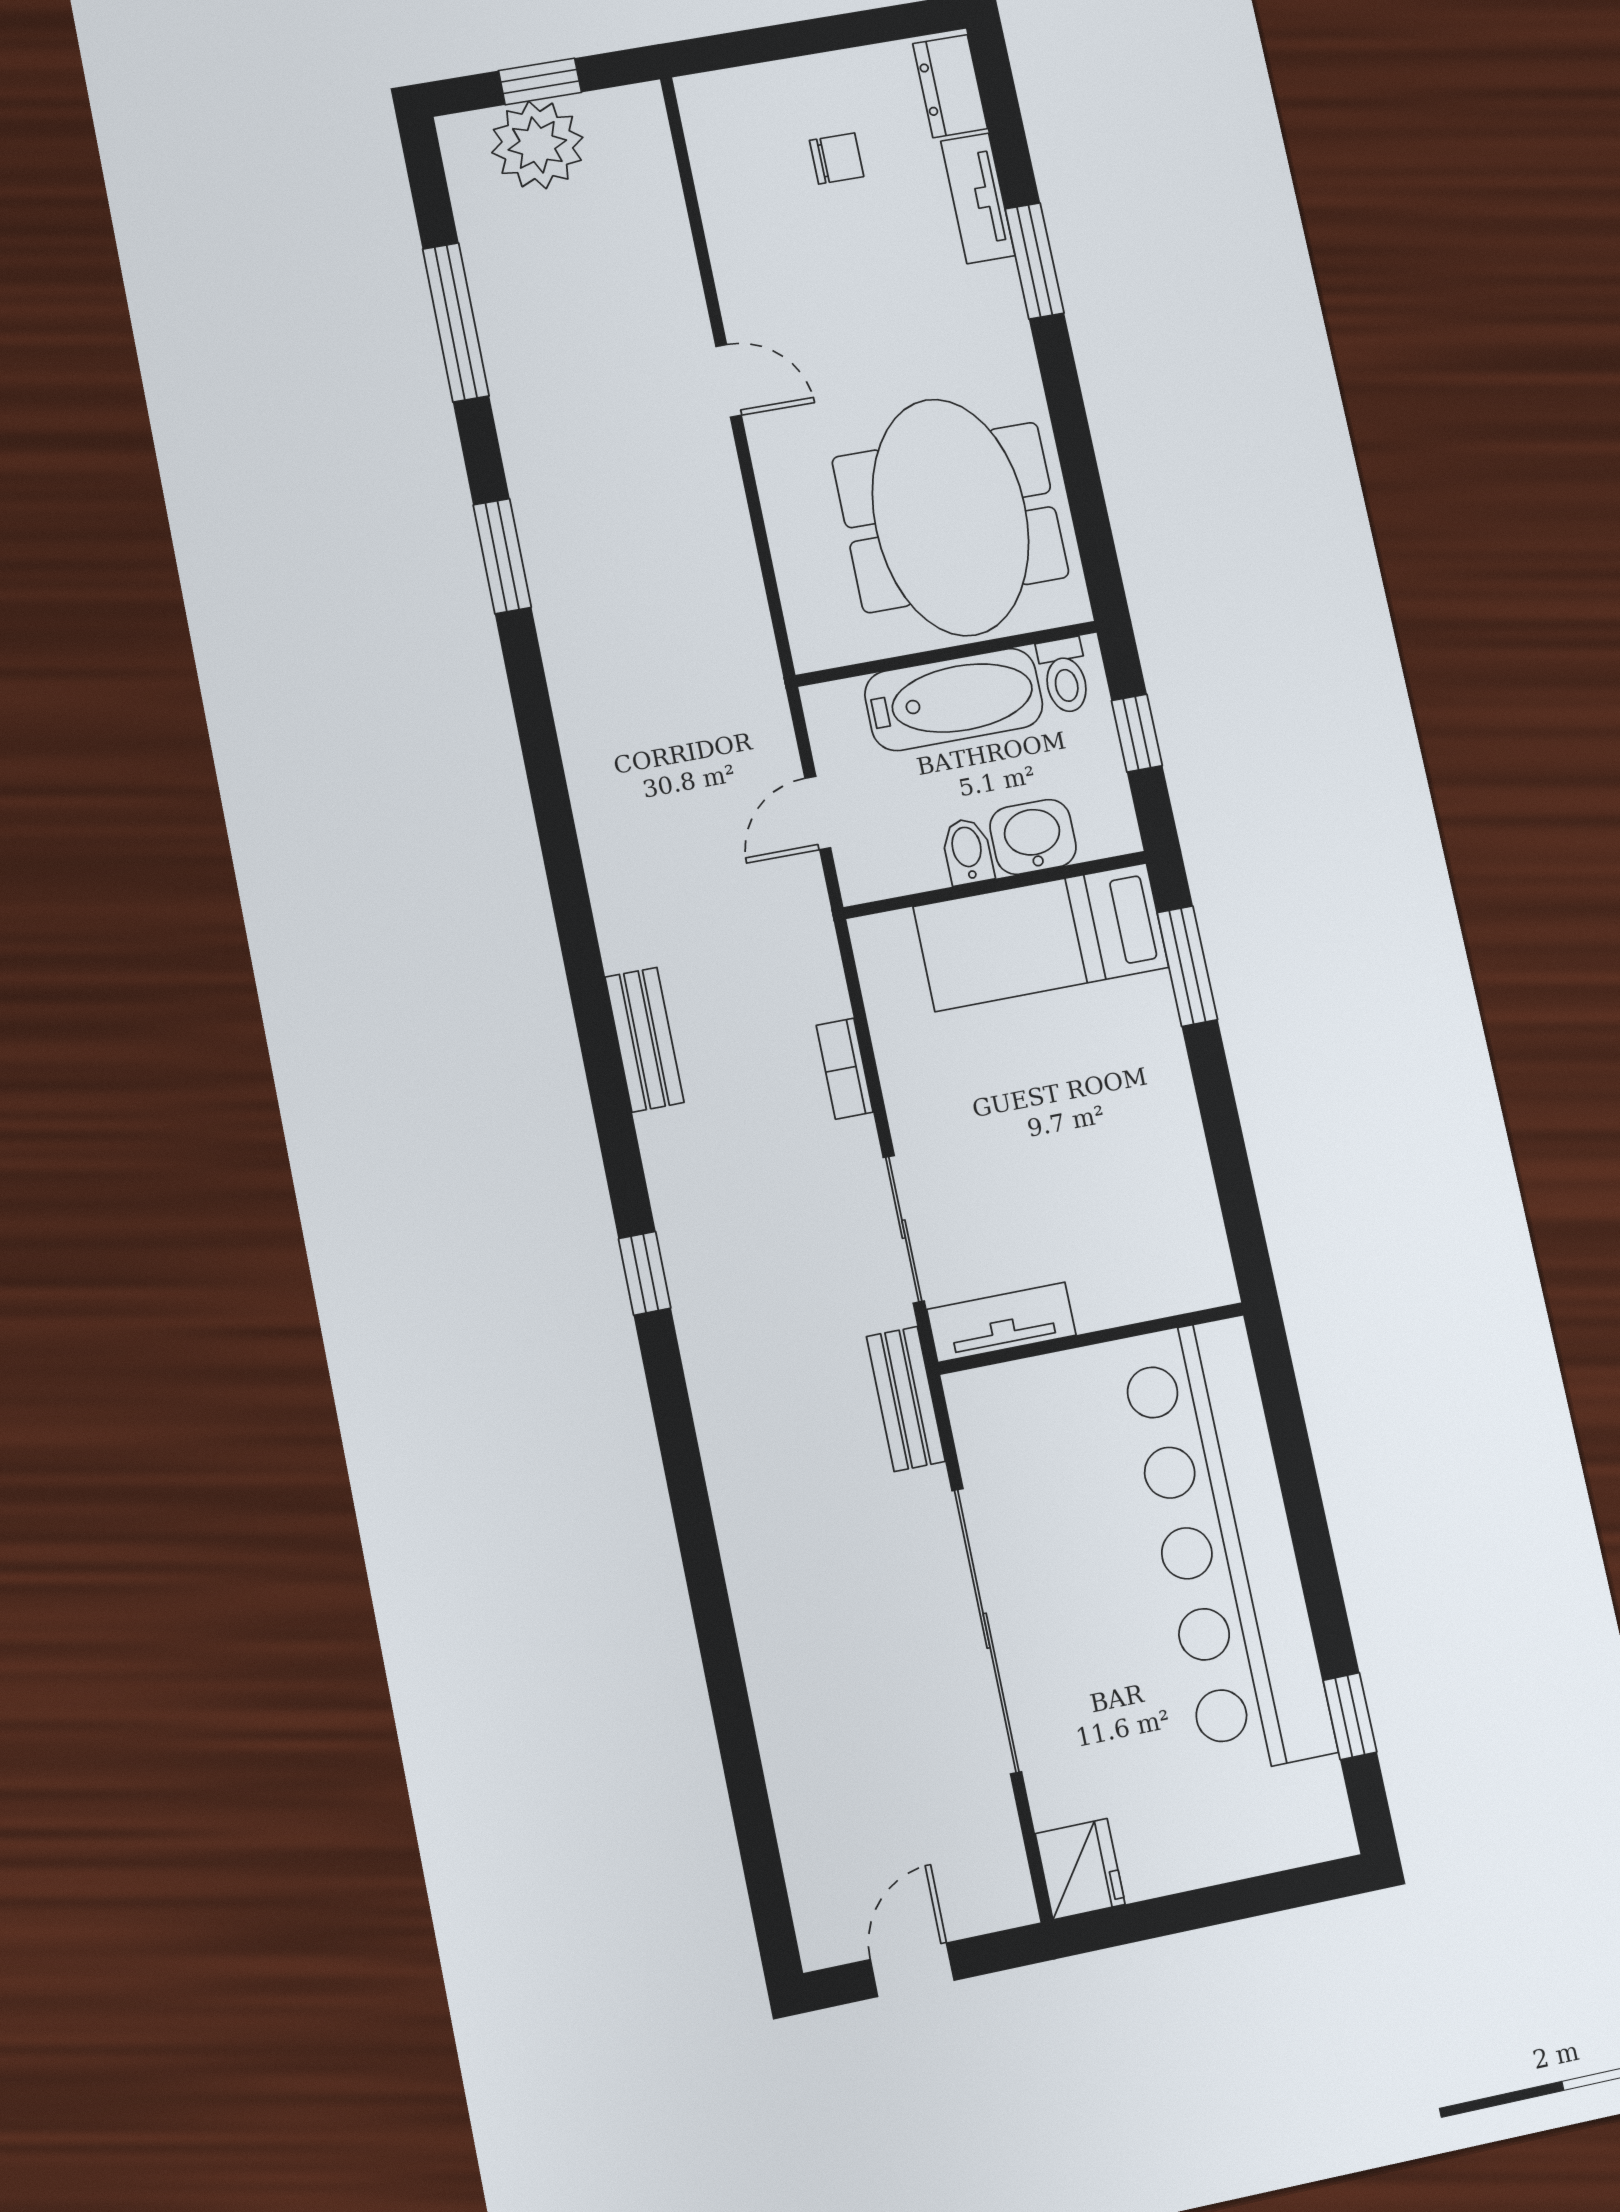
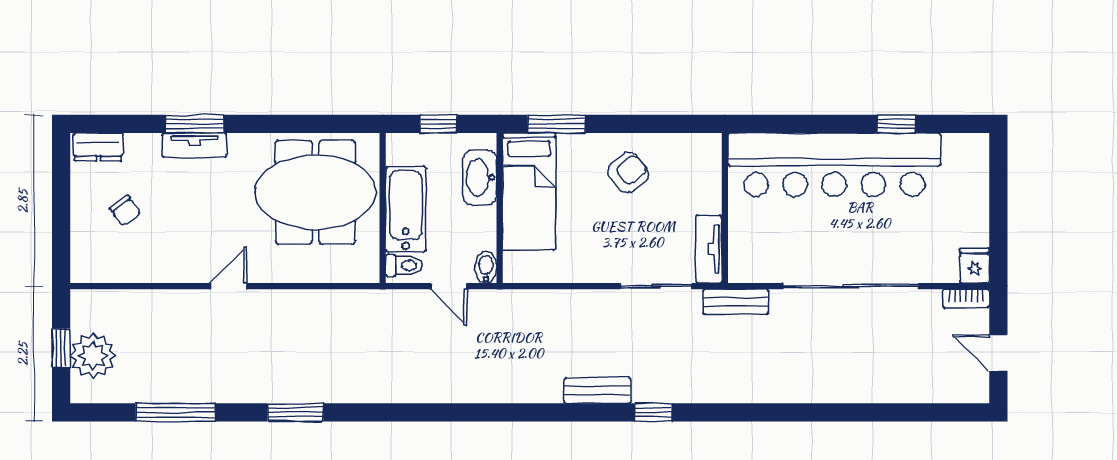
chair: (837, 158) -> (125, 211), turned 144
tv unit: (978, 198) -> (194, 145), moved
toilet: (1065, 675) -> (404, 266), moved
washbasin: (1033, 837) -> (480, 177), width x1.38
bidet: (967, 851) -> (486, 267), moved, turned 90
bench: (644, 1040) -> (597, 391), moved
bookcase: (845, 1069) -> (966, 298), moved
armchair: (1121, 1128) -> (628, 173), added
window: (1350, 1716) -> (897, 124), moved
fridge: (1080, 1869) -> (975, 266), width x0.72

